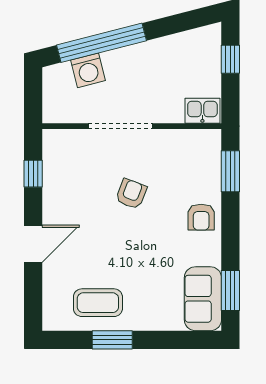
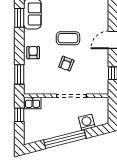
window: (101, 43) -> (65, 139), moved
window: (230, 59) -> (19, 115), moved
coffee table: (98, 303) -> (68, 38), moved

